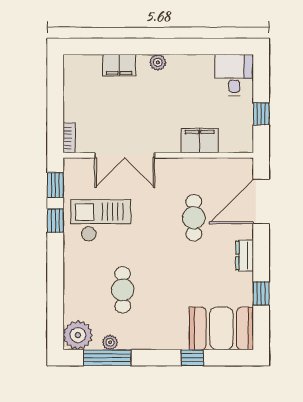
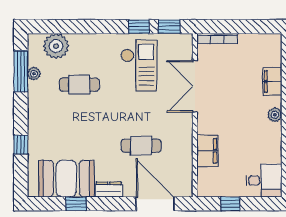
bookcase: (69, 138) -> (217, 39), width x1.56
booth: (221, 328) -> (66, 179), moved, turned 90
plant: (78, 335) -> (56, 46), moved

